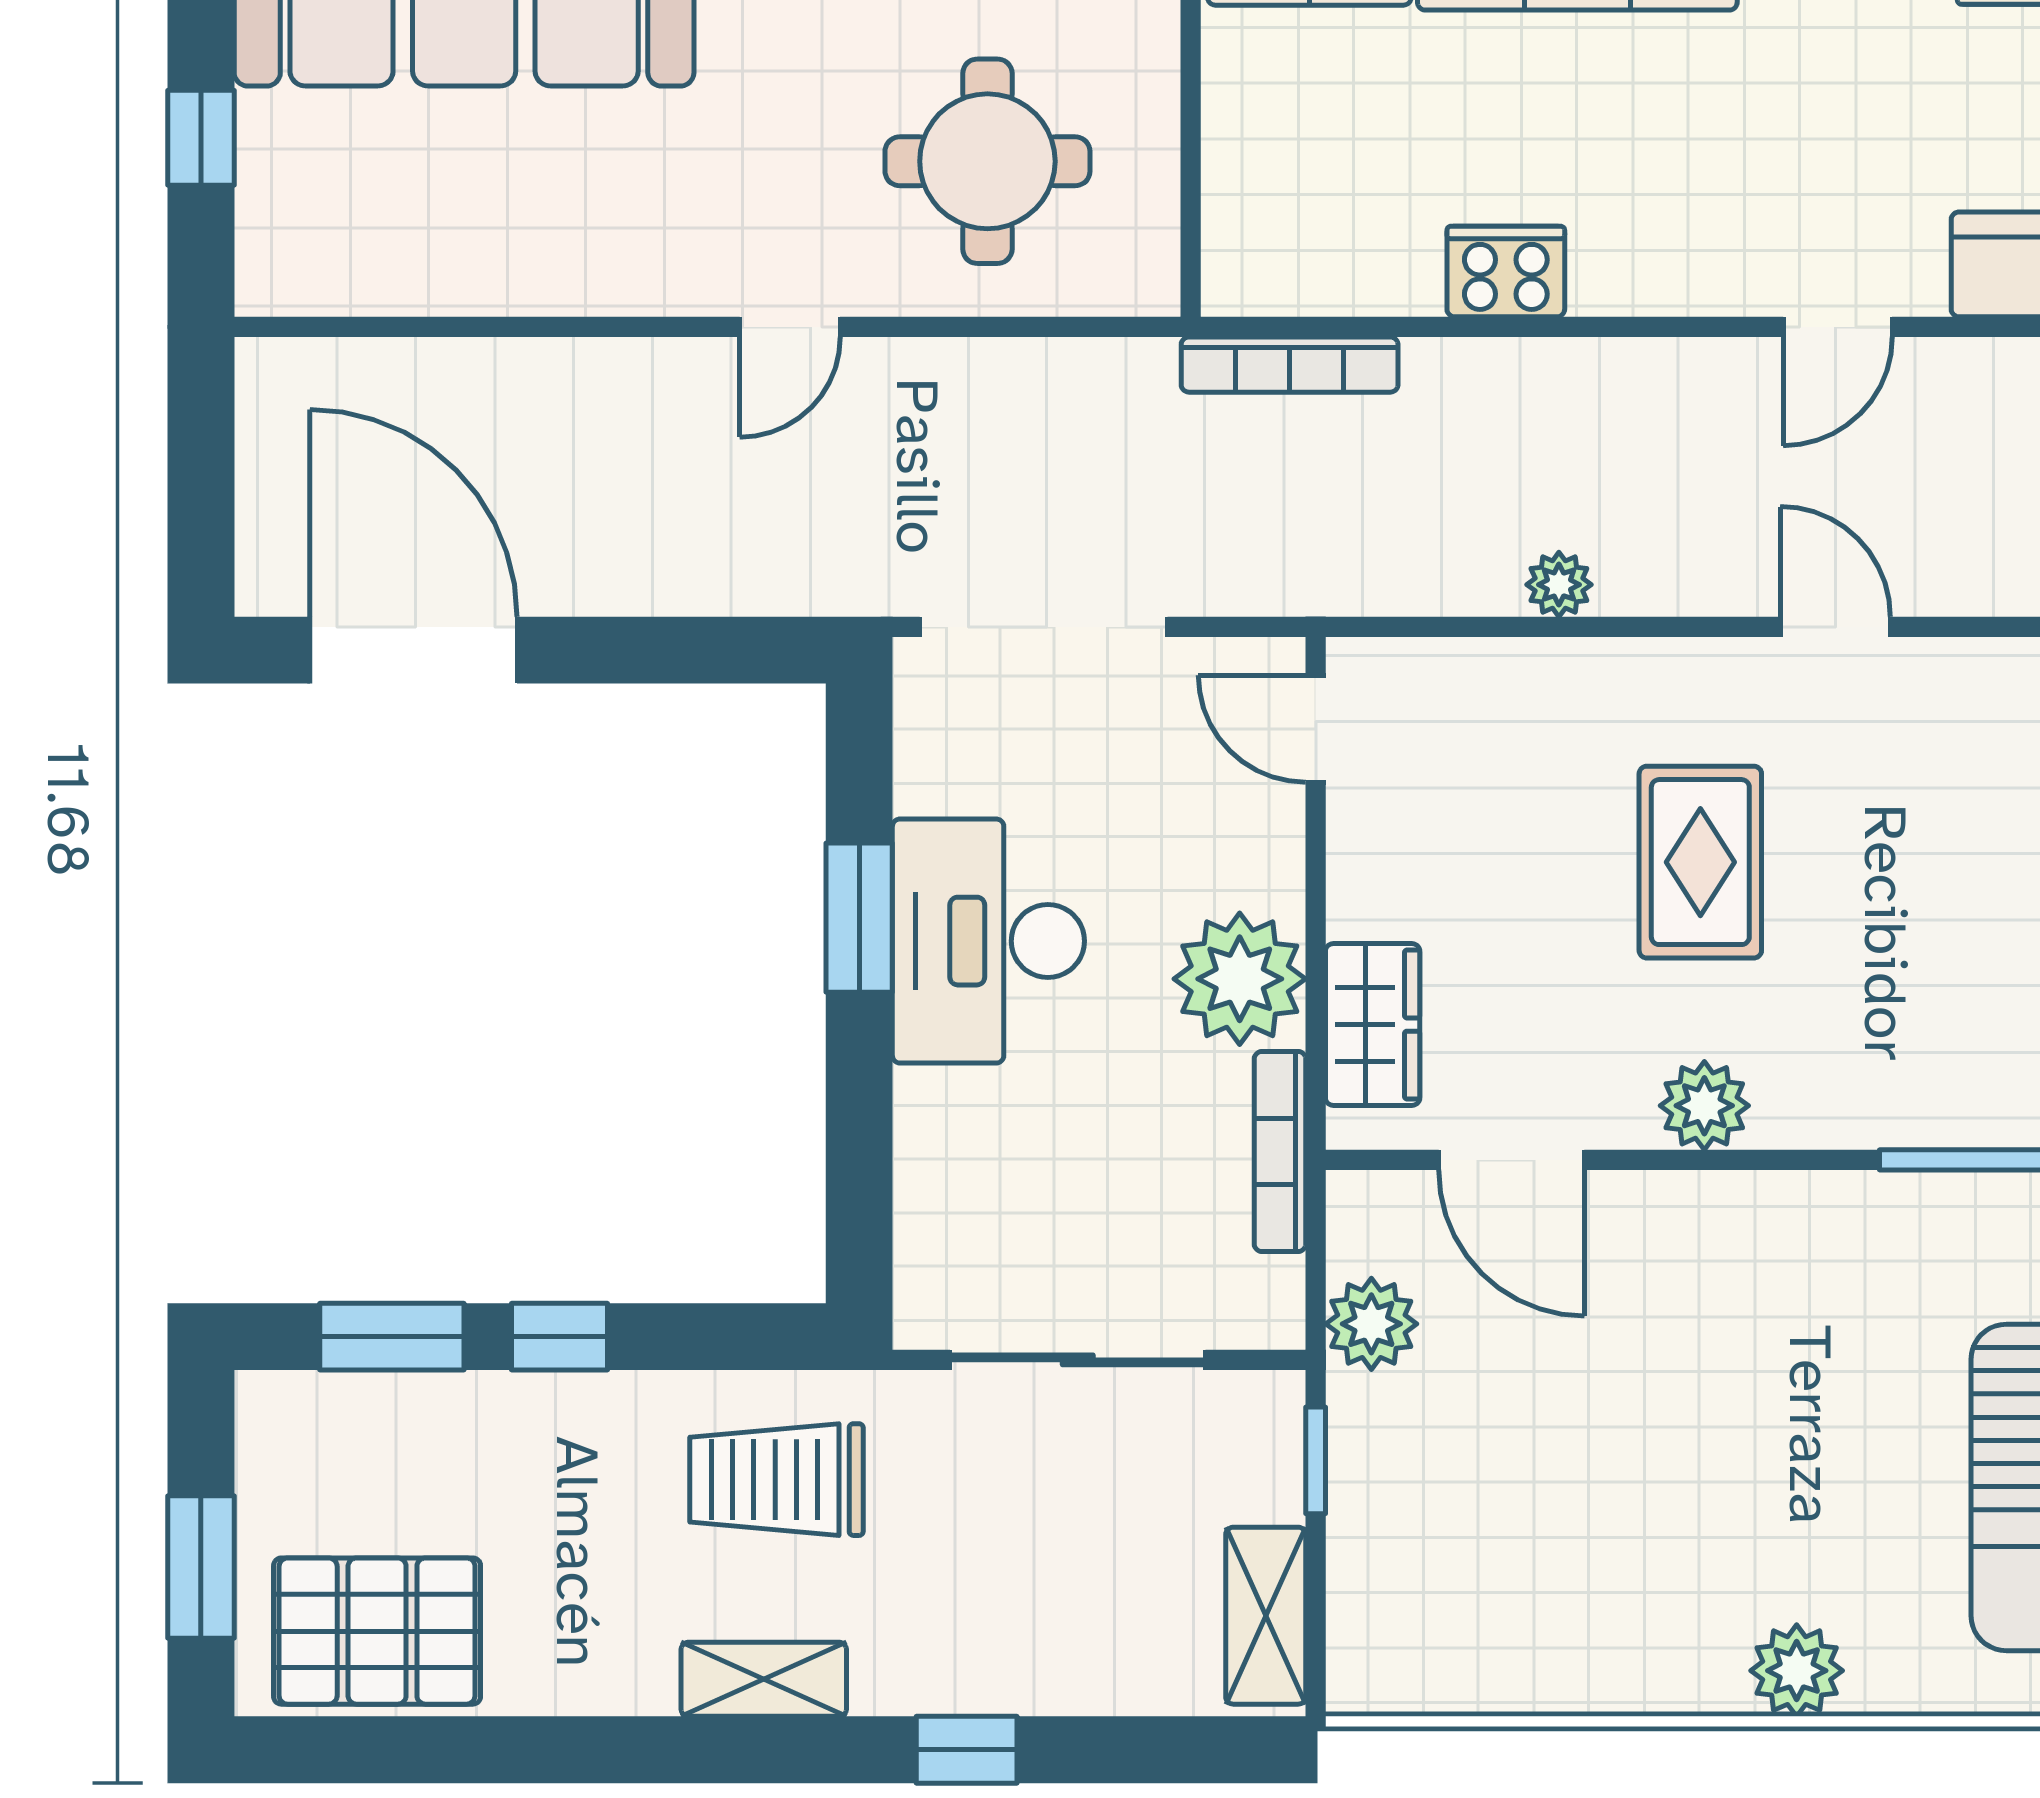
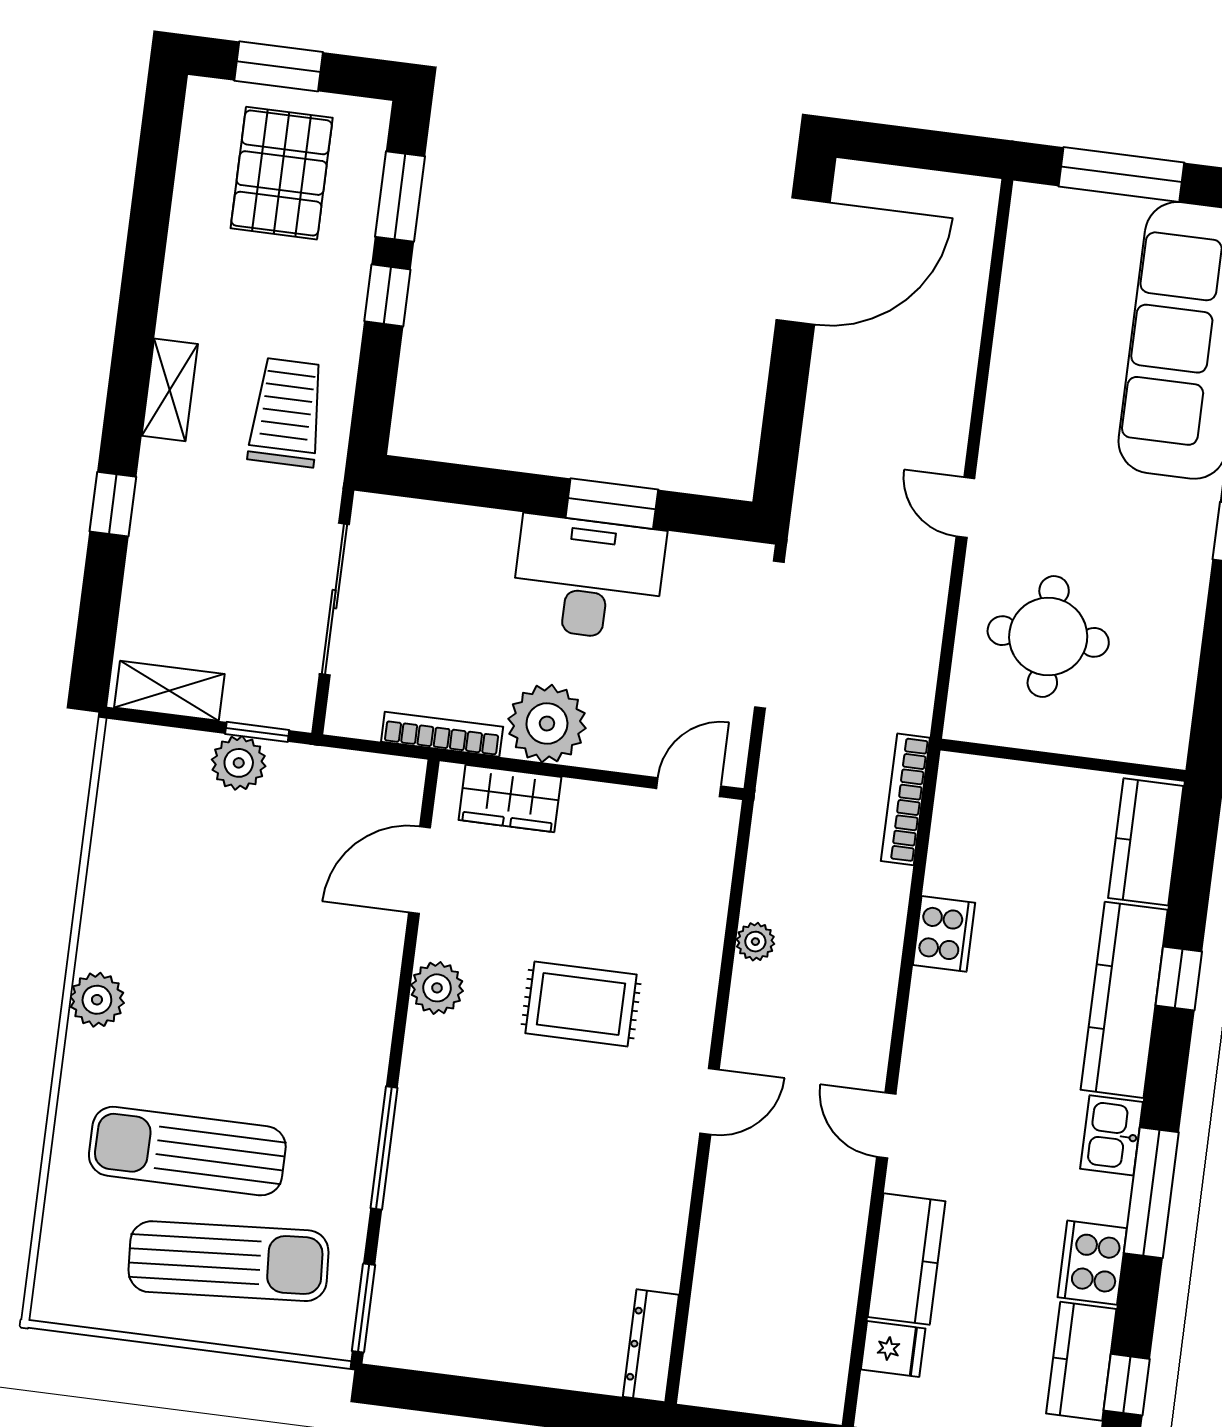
window: (201, 138) -> (1121, 174), width x2.17
plant: (1371, 1324) -> (239, 763), moved
pallet: (377, 1631) -> (282, 173), moved

